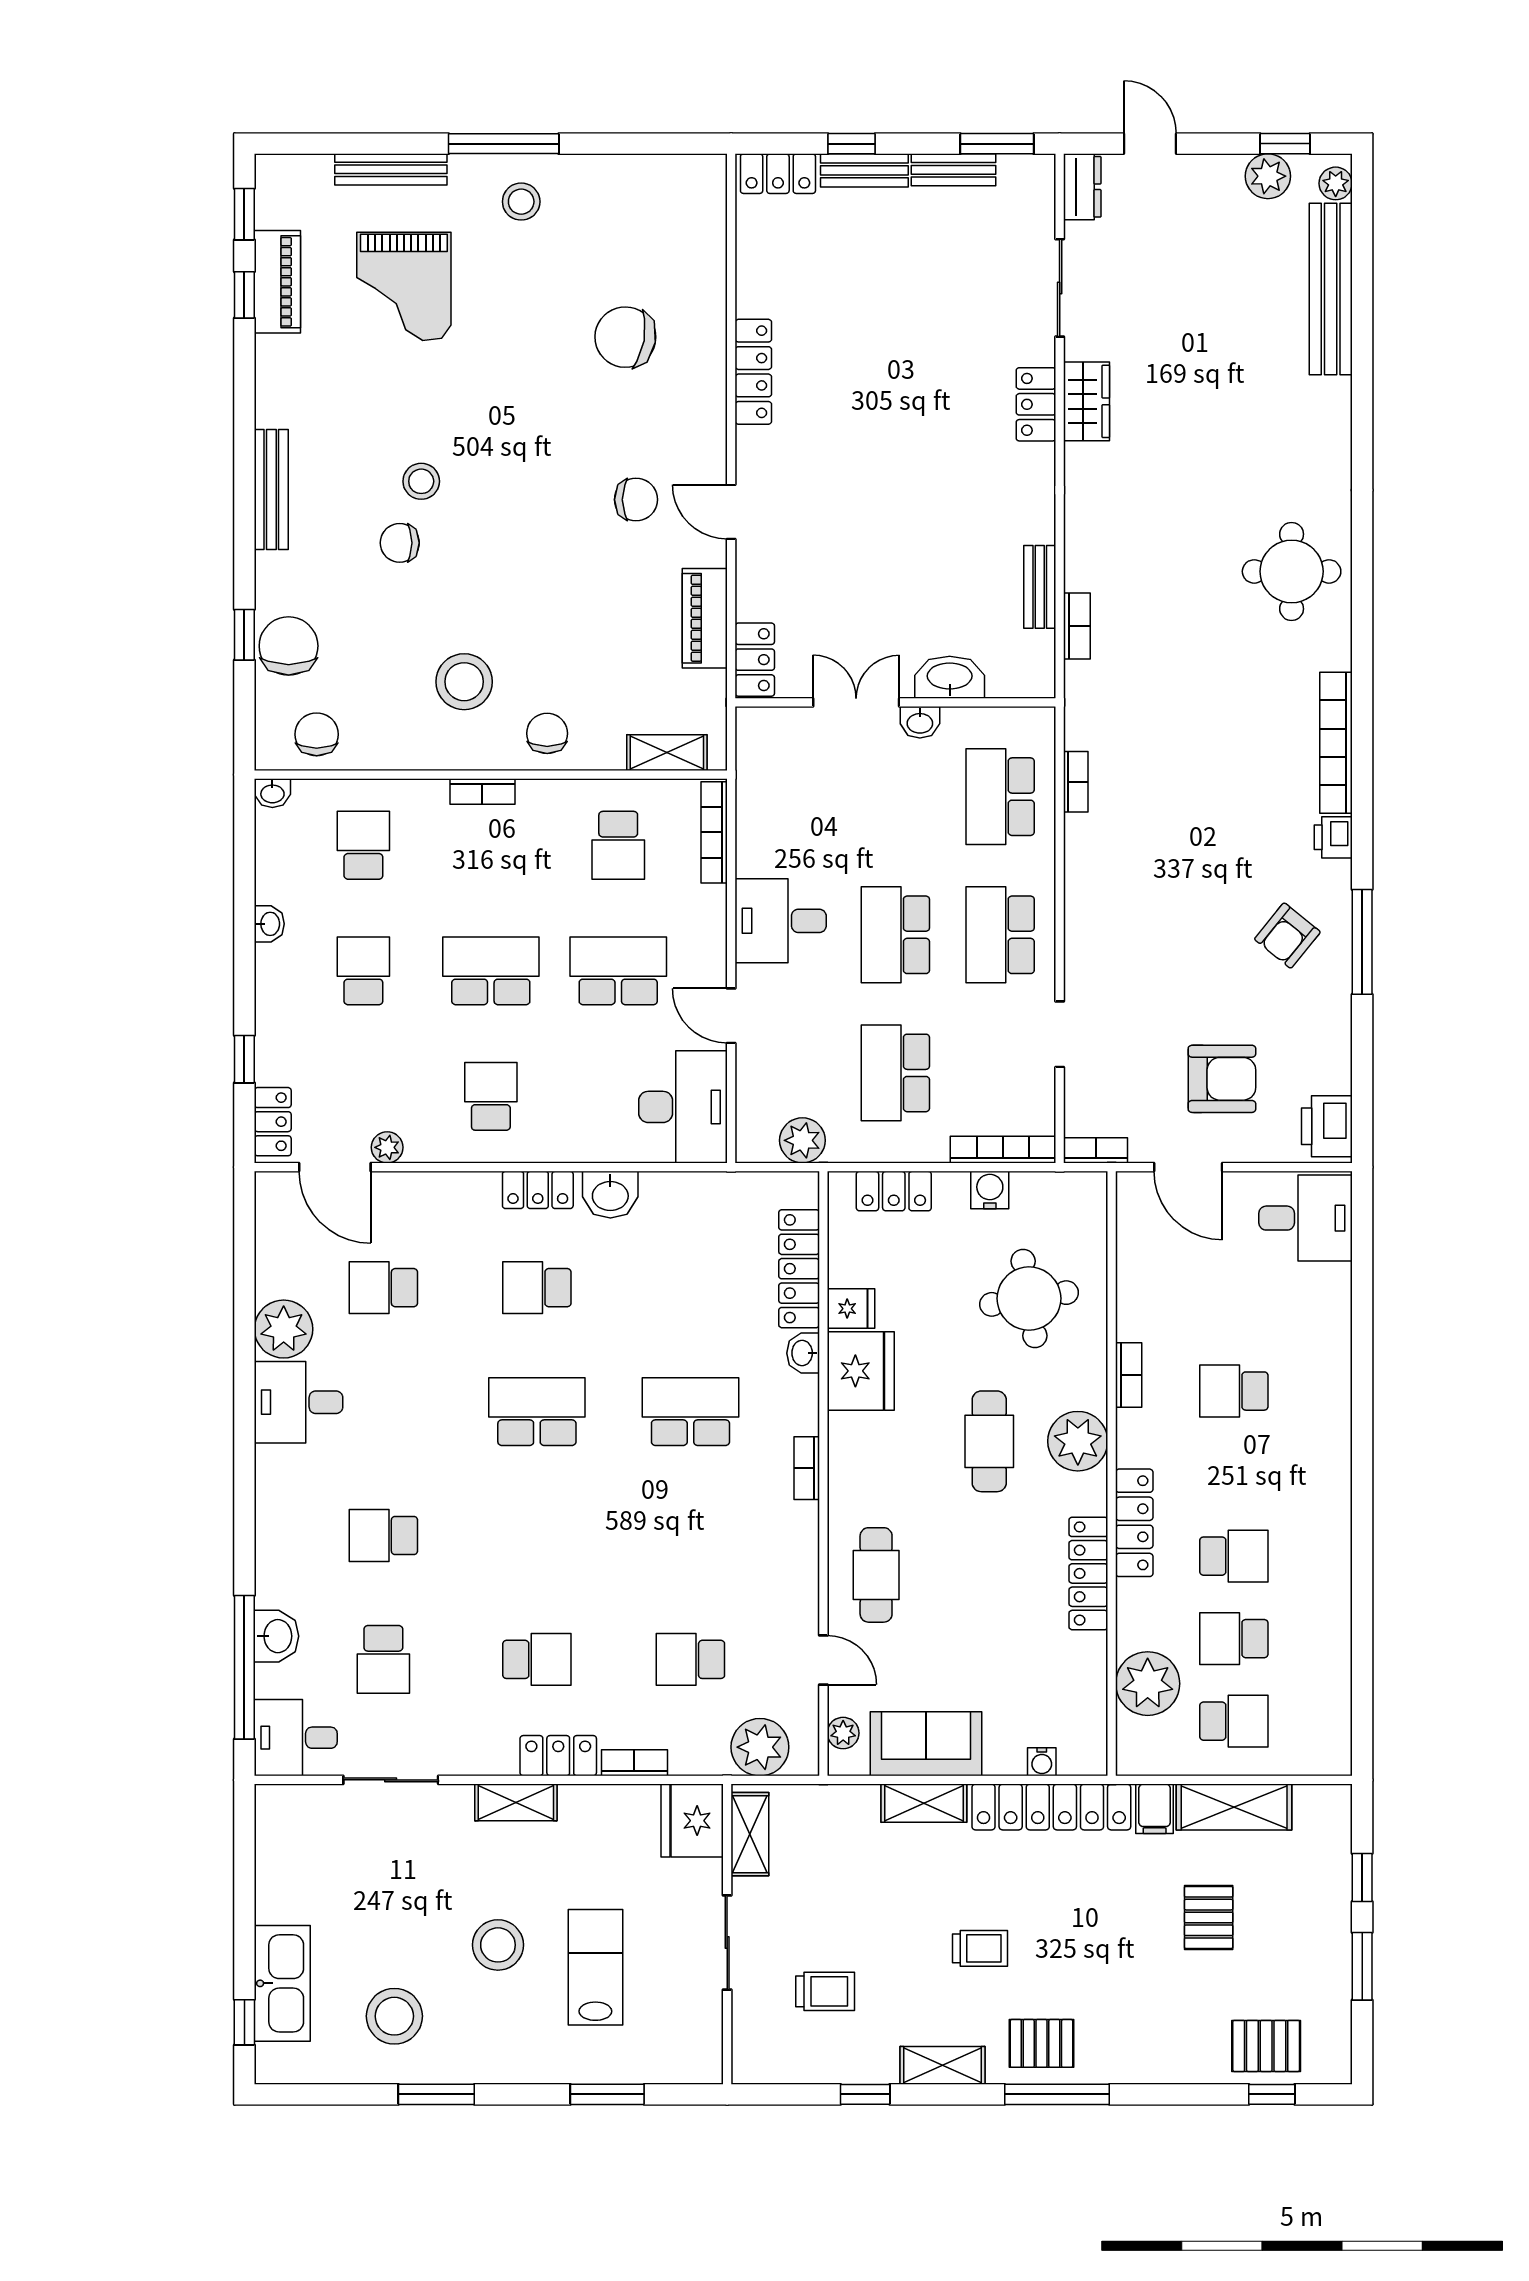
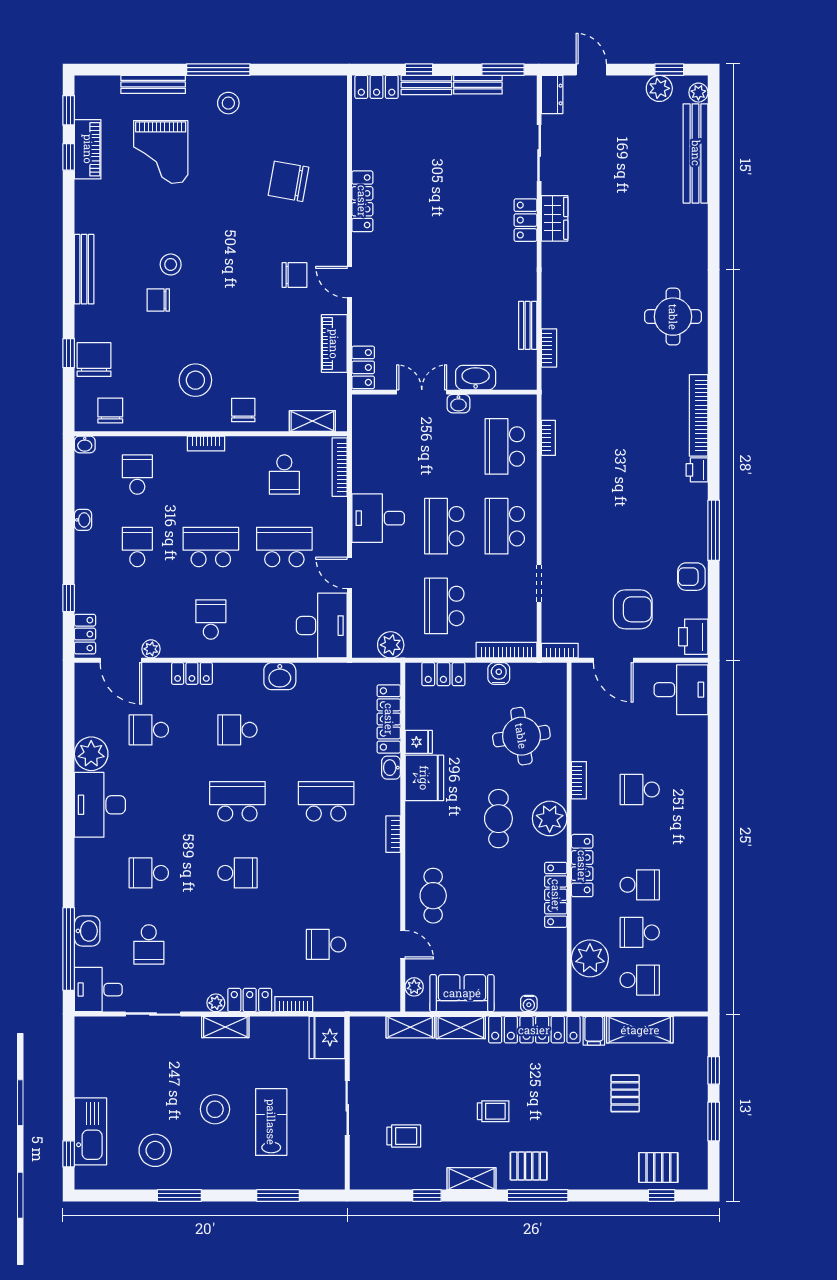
armchair: (1287, 936) -> (691, 577), moved, turned 51
locker: (538, 1190) -> (192, 673), moved
desk: (299, 1402) -> (100, 805), width x1.37
school desk: (537, 1659) -> (237, 873), moved
plant: (760, 1747) -> (216, 1003), moved, width x0.53, depth x0.53
shelving: (750, 1834) -> (410, 1027), moved, turned 90

